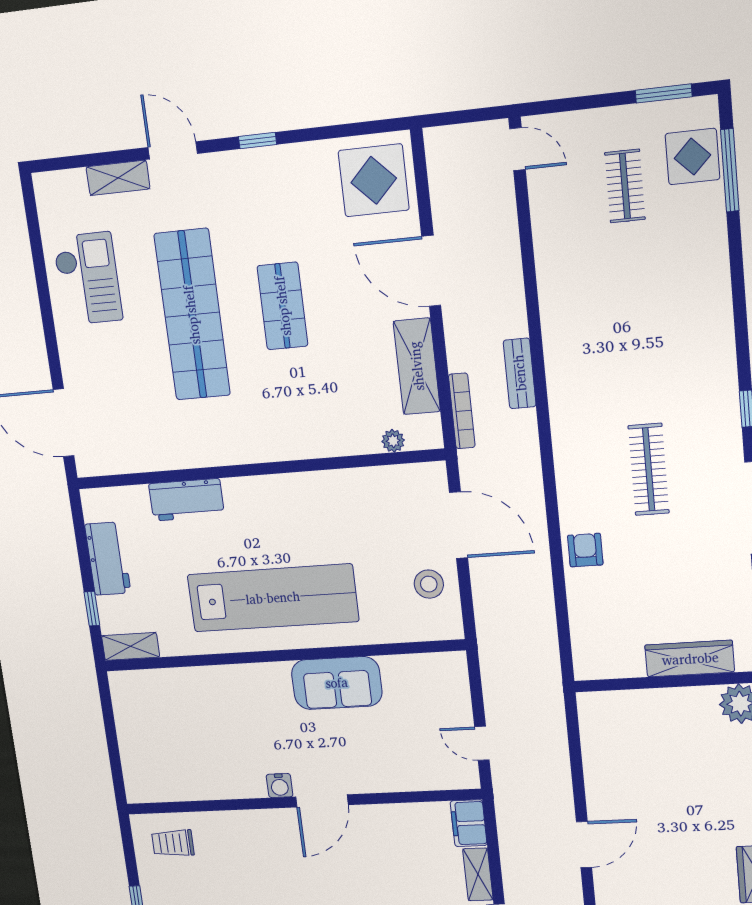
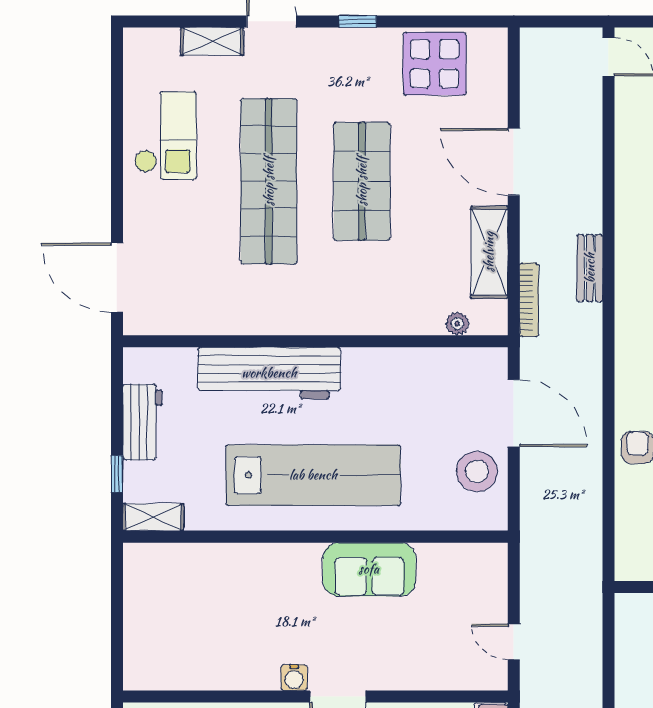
display table: (374, 180) -> (435, 64), moved
shop shelf: (283, 306) -> (362, 181), width x1.43, depth x1.36
workbench: (186, 500) -> (269, 373), width x1.88, depth x1.32
stool: (429, 584) -> (477, 471), width x1.38, depth x1.38

